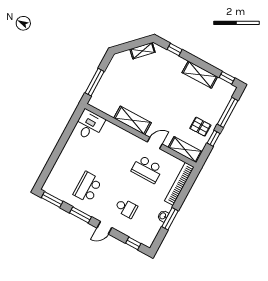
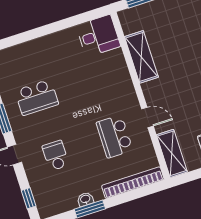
shelving: (132, 120) -> (141, 57), moved
school desk: (88, 187) -> (37, 97), turned 180
school desk: (126, 208) -> (56, 156), turned 180

